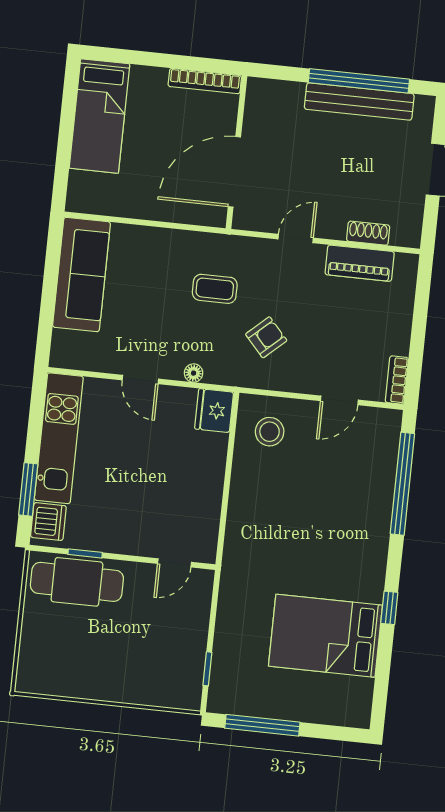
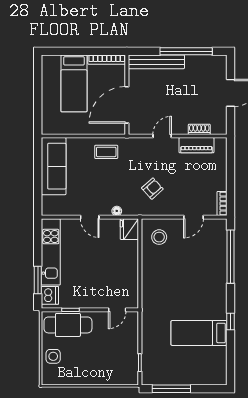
bench: (359, 101) -> (156, 62), moved
bed: (99, 116) -> (74, 83), moved
coffee table: (215, 289) -> (106, 152), moved
bed: (325, 636) -> (199, 333), width x0.67
side table: (42, 639) -> (53, 356), added

